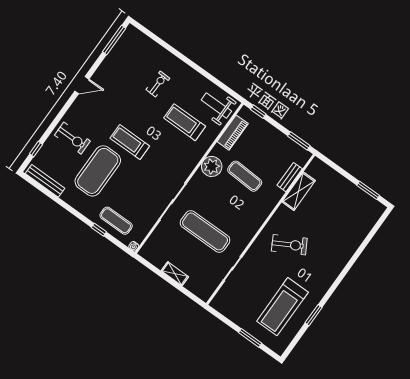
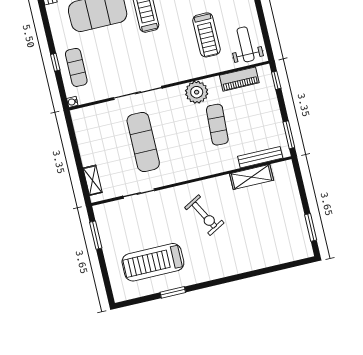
treadmill: (185, 122) -> (206, 35), turned 180
bench: (290, 177) -> (260, 157), width x1.36
shelving: (175, 274) -> (93, 180), moved
window: (250, 338) -> (96, 235), moved

